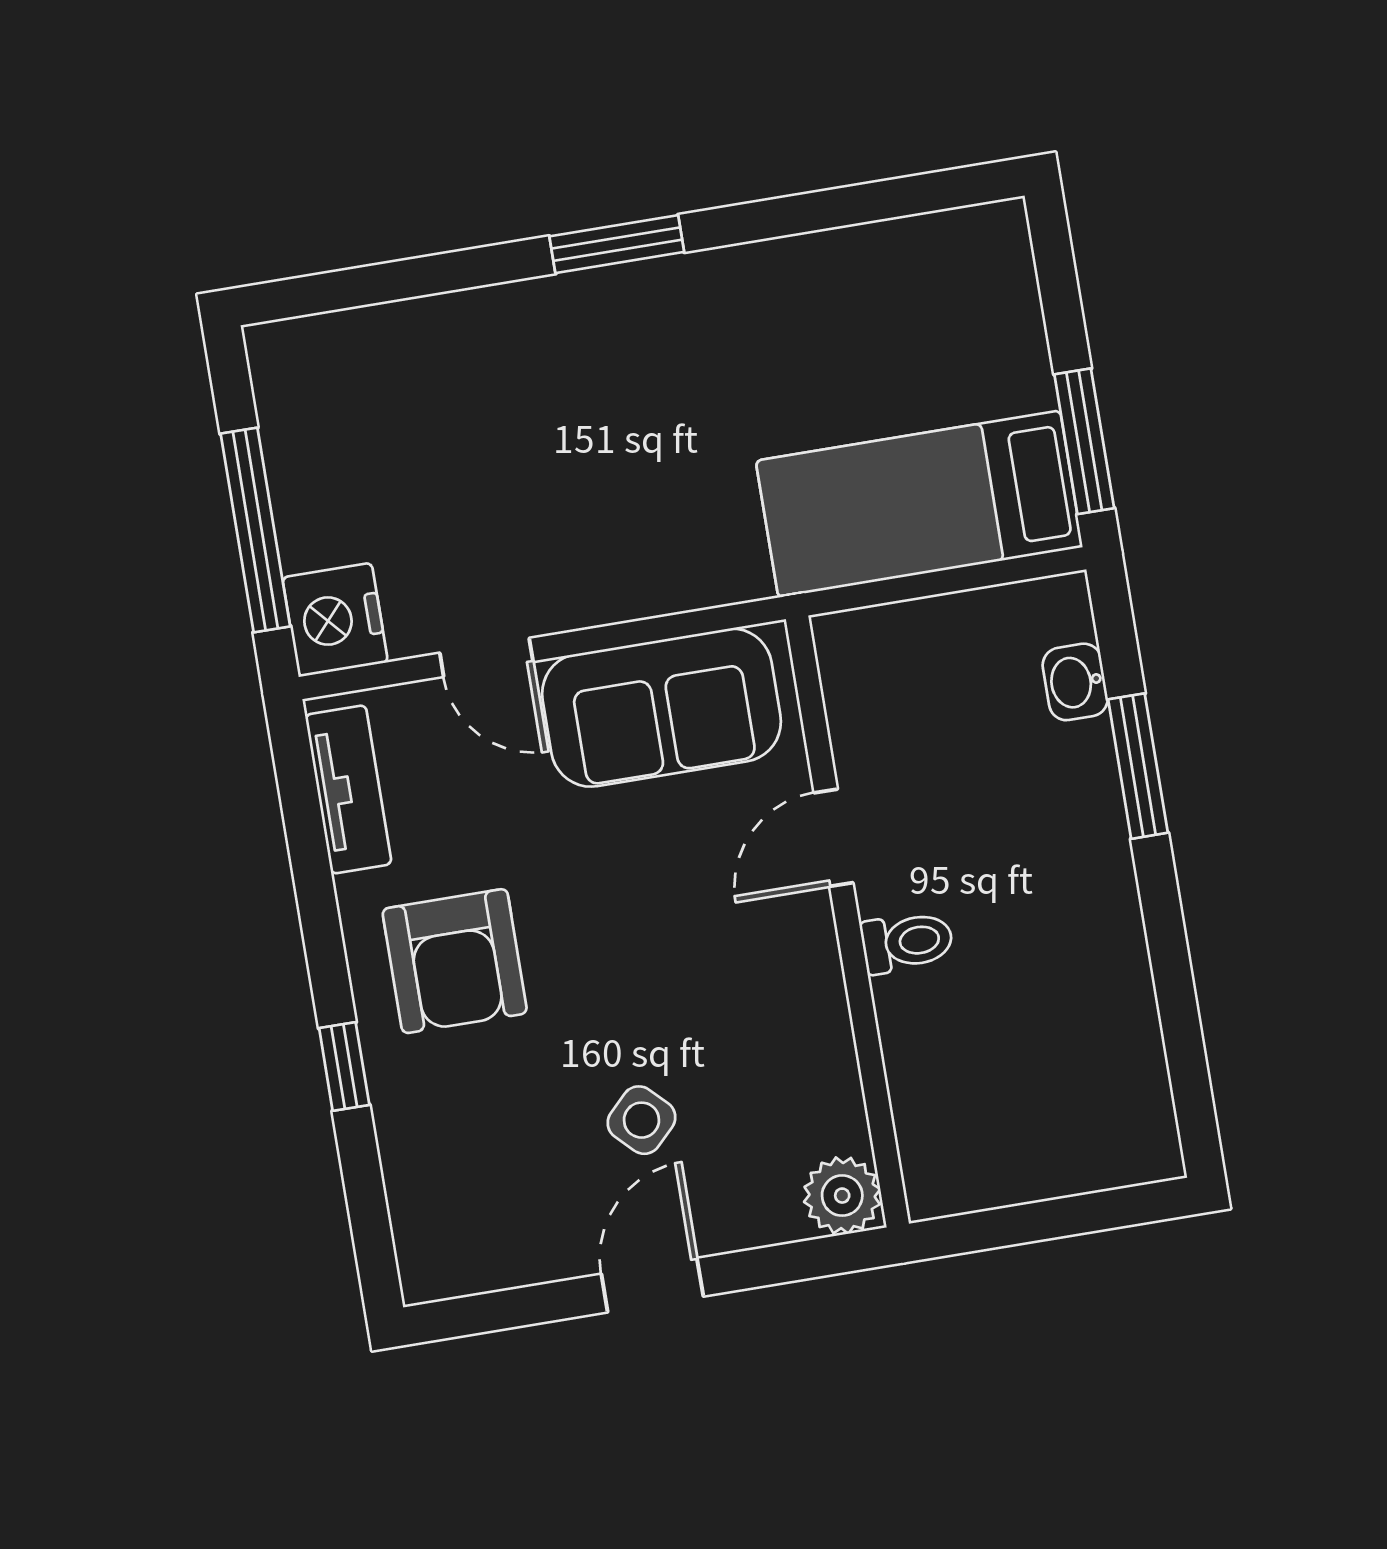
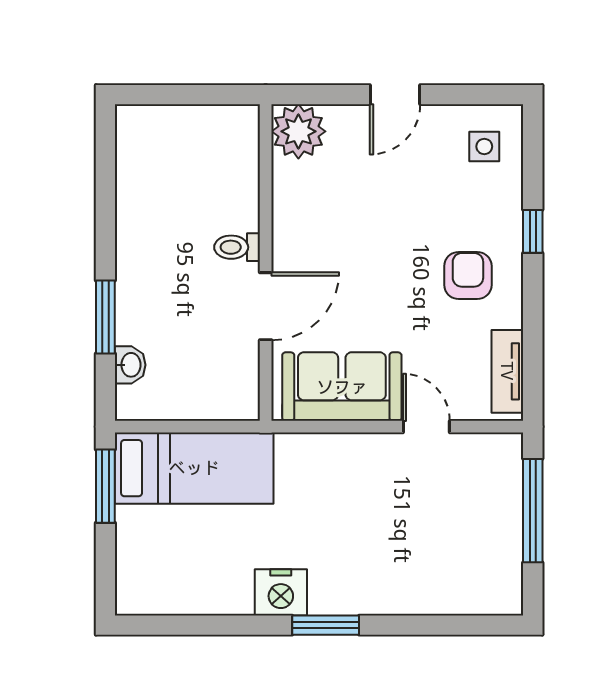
nightstand: (335, 620) -> (281, 592), moved, turned 90
door: (834, 838) -> (266, 306), width x1.38
armchair: (455, 961) -> (468, 275), width x0.72, depth x0.72
side table: (641, 1120) -> (484, 146), moved, turned 45
plant: (842, 1196) -> (298, 131), width x1.36, depth x1.36

